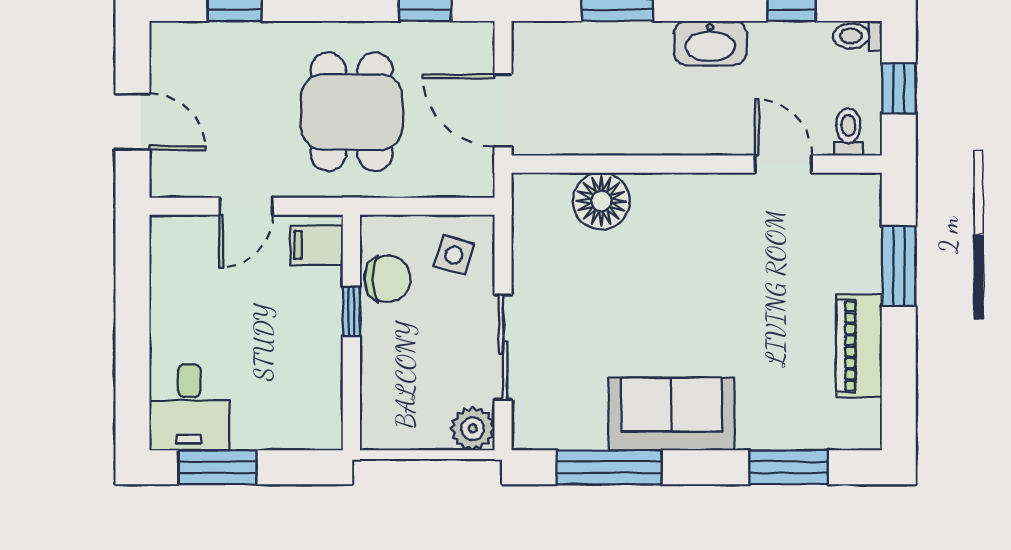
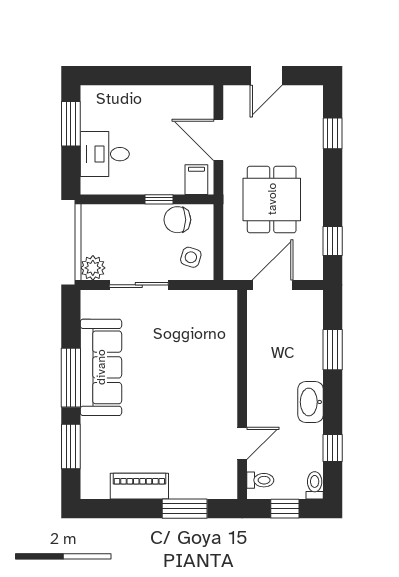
dining table: (352, 112) -> (272, 199), turned 90
floor lamp: (601, 201) -> (221, 341), removed
door: (246, 206) -> (218, 140), width x1.38
chair: (387, 279) -> (177, 220), turned 90
desk: (189, 407) -> (105, 154), moved
sofa: (671, 414) -> (101, 367), width x1.36
window: (609, 467) -> (71, 378), moved

